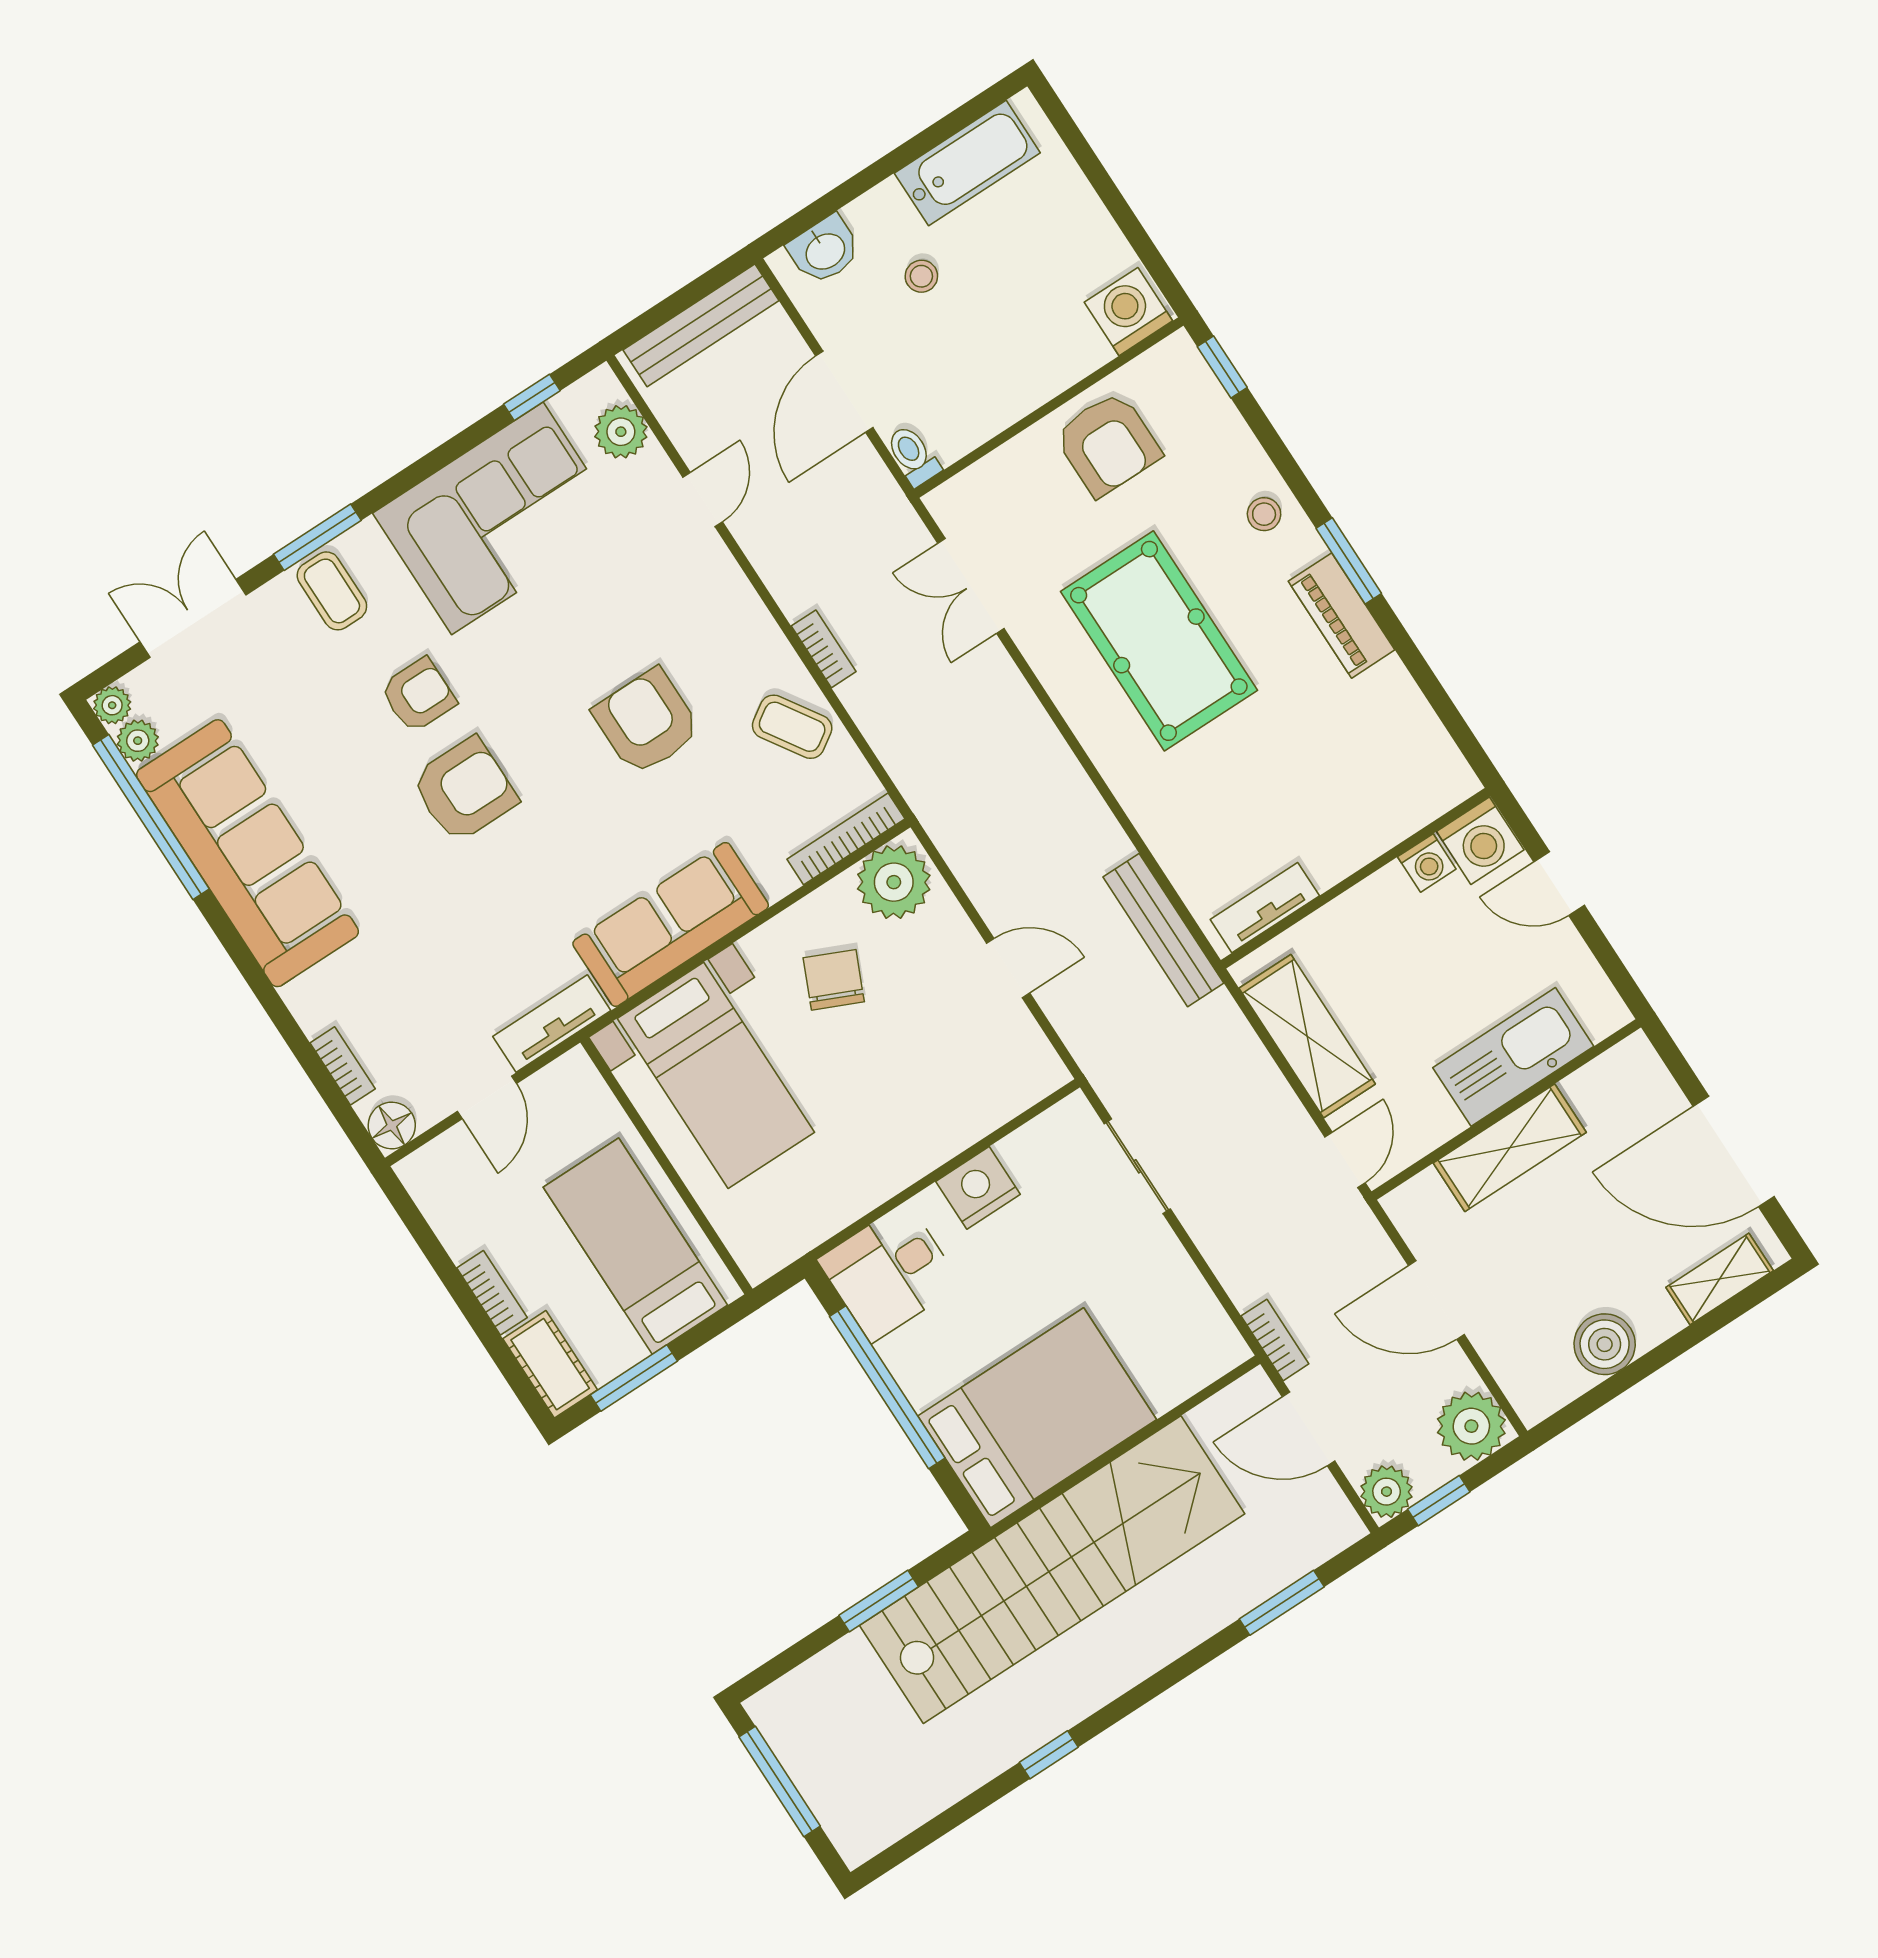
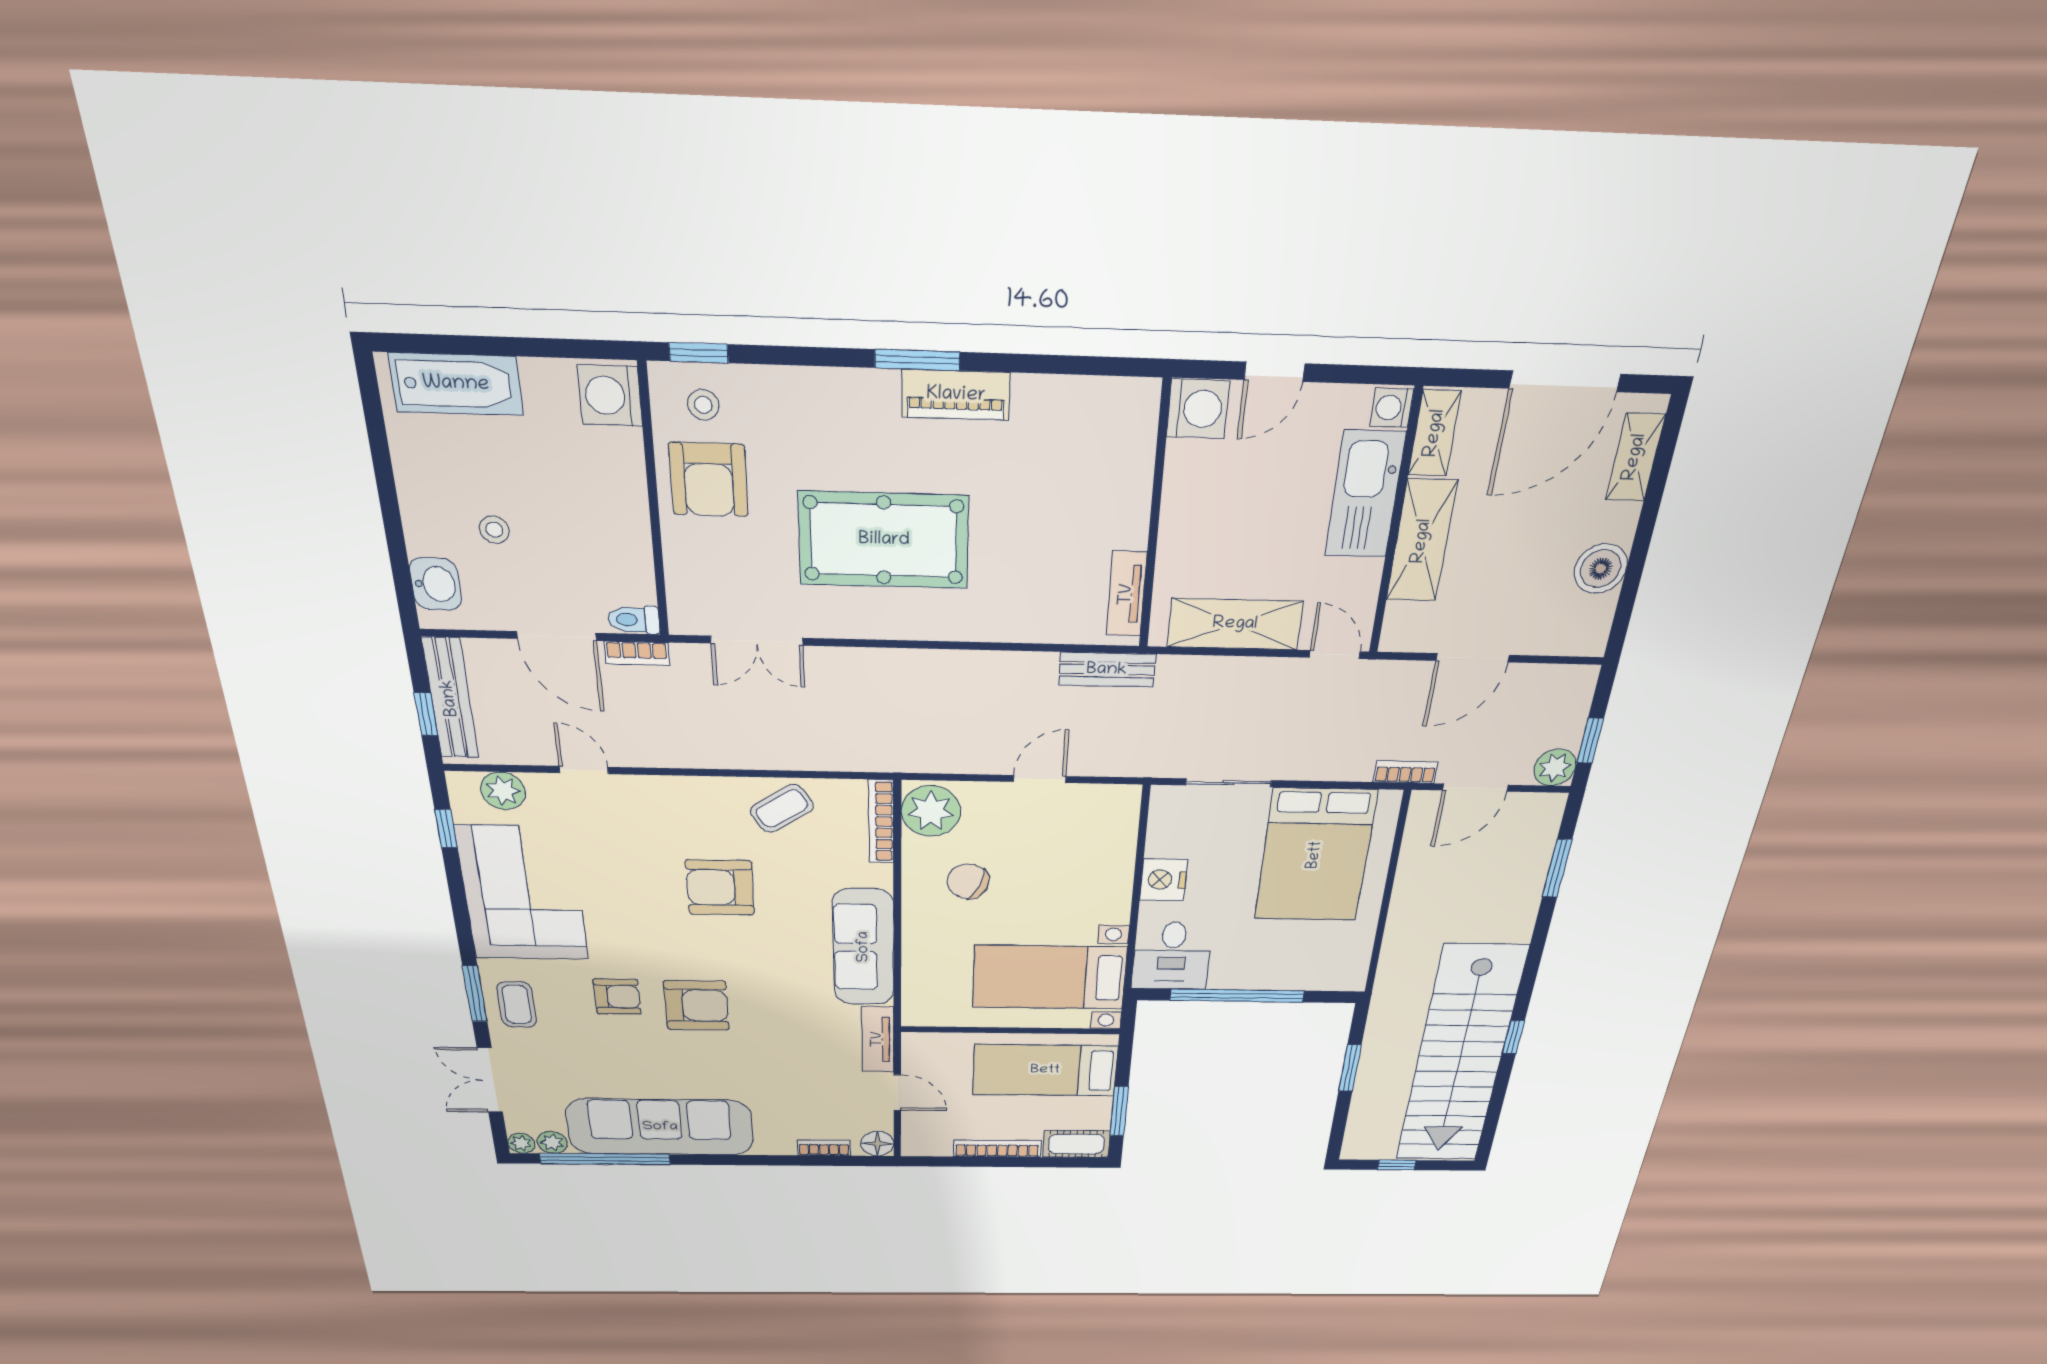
bathtub: (967, 163) -> (456, 384), moved, turned 90
window: (665, 311) -> (426, 714), added
armchair: (1108, 444) -> (709, 480), turned 90
stool: (1264, 514) -> (703, 405), moved
coffee table: (332, 591) -> (517, 1005), turned 90
bookcase: (824, 649) -> (637, 653), moved, turned 180
armchair: (418, 695) -> (617, 997), turned 90
armchair: (464, 790) -> (696, 1005), turned 90
washing machine: (1427, 863) -> (1392, 408), moved, turned 180
bench: (1163, 930) -> (1107, 670), width x0.73
shelving: (1610, 1074) -> (1435, 433), added
bed with nightstands: (716, 1075) -> (1049, 977), moved, turned 180
bookcase: (492, 1293) -> (997, 1148), width x1.56
bed: (1037, 1418) -> (1315, 855), moved, turned 180
plant: (1471, 1426) -> (1567, 690), removed
stairs: (1052, 1570) -> (1460, 1056), moved, turned 180
window: (780, 1782) -> (1397, 1165), width x0.46

